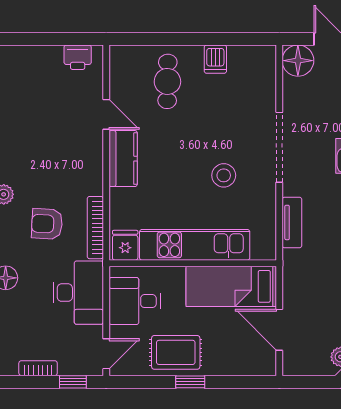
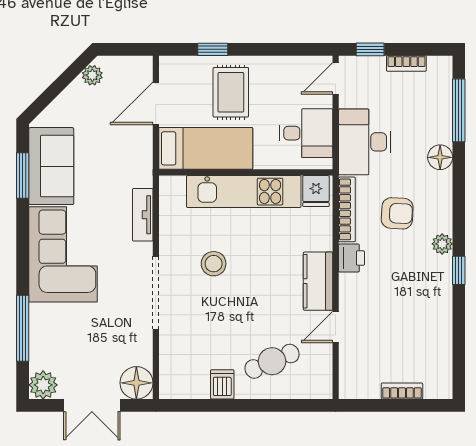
bookcase: (42, 53) -> (402, 391), added
printer: (78, 57) -> (351, 258), moved, turned 90
cafe table: (167, 81) -> (272, 361), turned 66
door: (106, 114) -> (336, 327), hinge flipped
door: (279, 330) -> (156, 103), swing flipped
rug: (176, 352) -> (231, 92), moved, turned 90
window: (190, 382) -> (213, 49), moved

